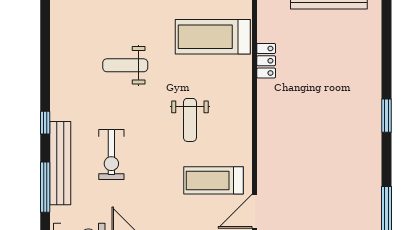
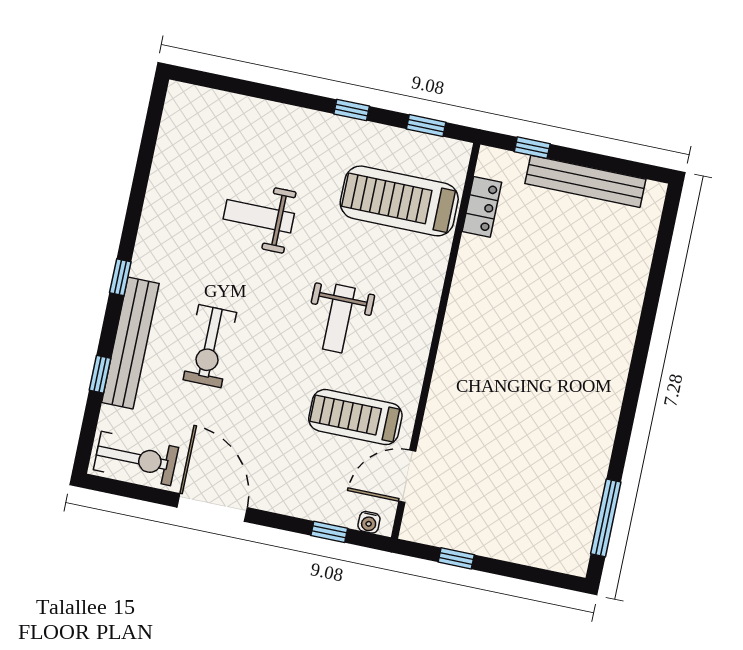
locker: (266, 61) -> (482, 207), moved
window: (387, 116) -> (636, 374), removed
window: (45, 187) -> (100, 374), width x0.46

